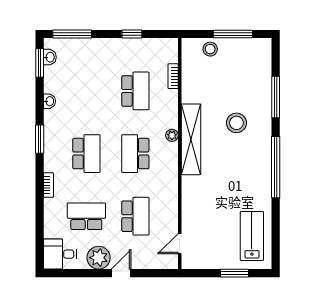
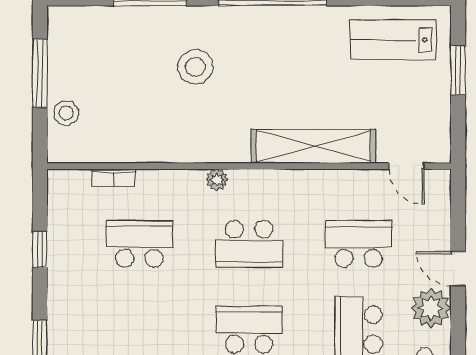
shelving: (191, 139) -> (313, 146), moved

